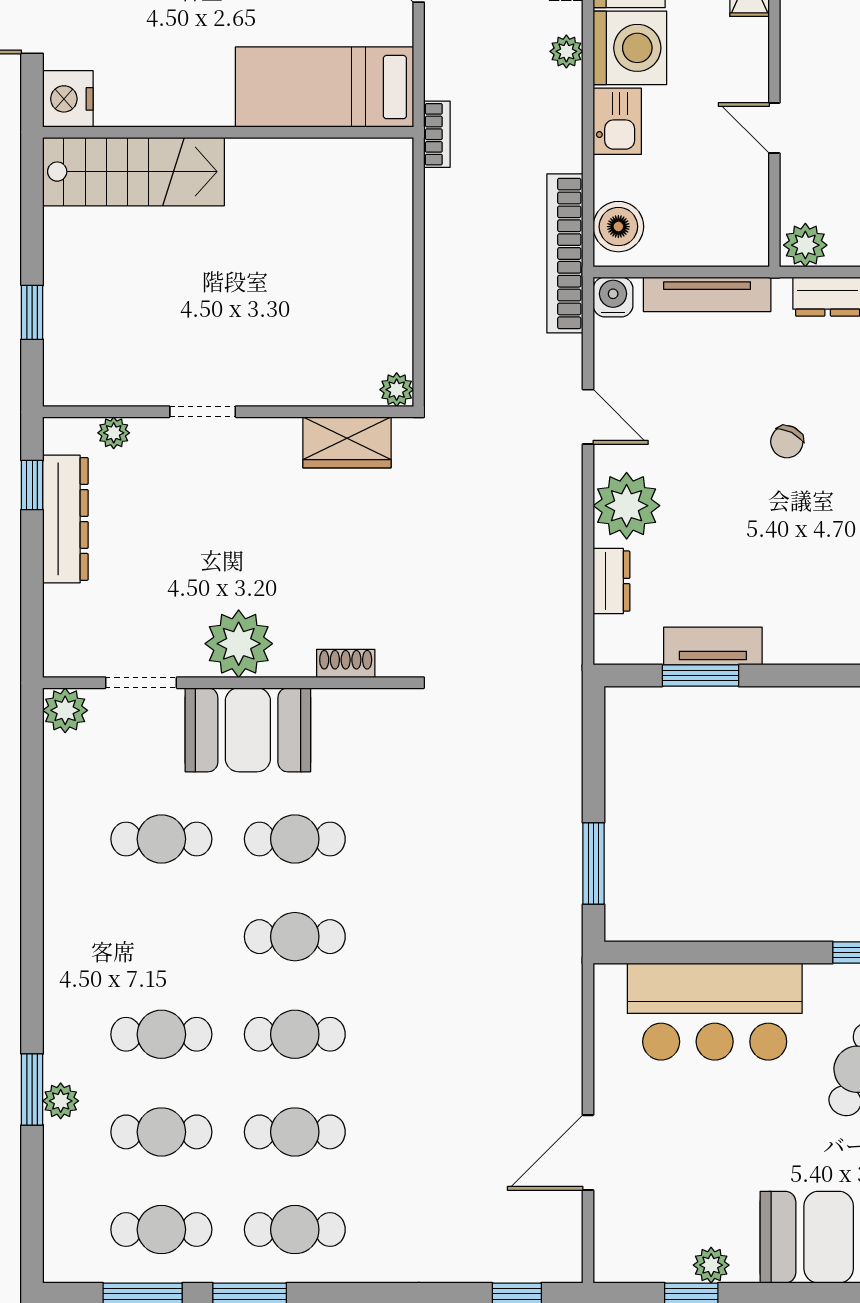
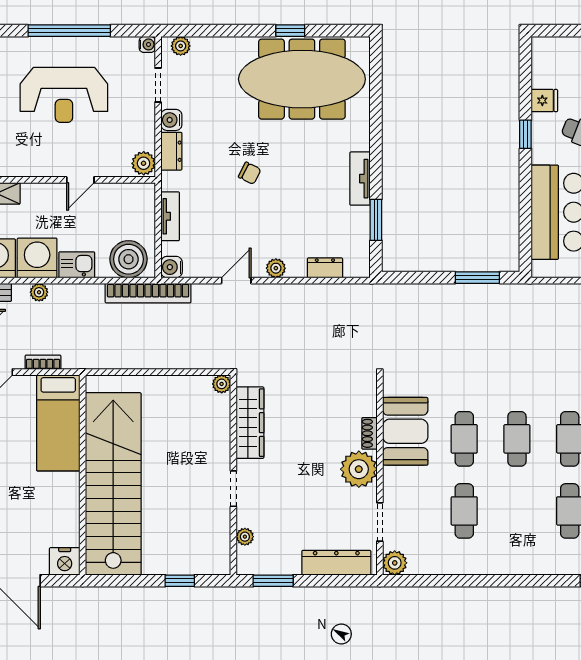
bookcase: (437, 134) -> (43, 362), moved
stairs: (133, 172) -> (113, 484), width x1.86, depth x1.51
boiler: (618, 227) -> (129, 259), width x1.37, depth x1.37
tv unit: (707, 294) -> (170, 216), width x0.71
wardrobe: (347, 442) -> (250, 423), width x1.50
window: (32, 485) -> (273, 581), width x1.50
plant: (627, 506) -> (276, 268), width x0.53, depth x0.53
dresser: (65, 519) -> (336, 563), moved
tv unit: (713, 646) -> (360, 179), moved
shoe rack: (346, 663) -> (369, 433), moved
booth: (248, 730) -> (405, 431), moved

